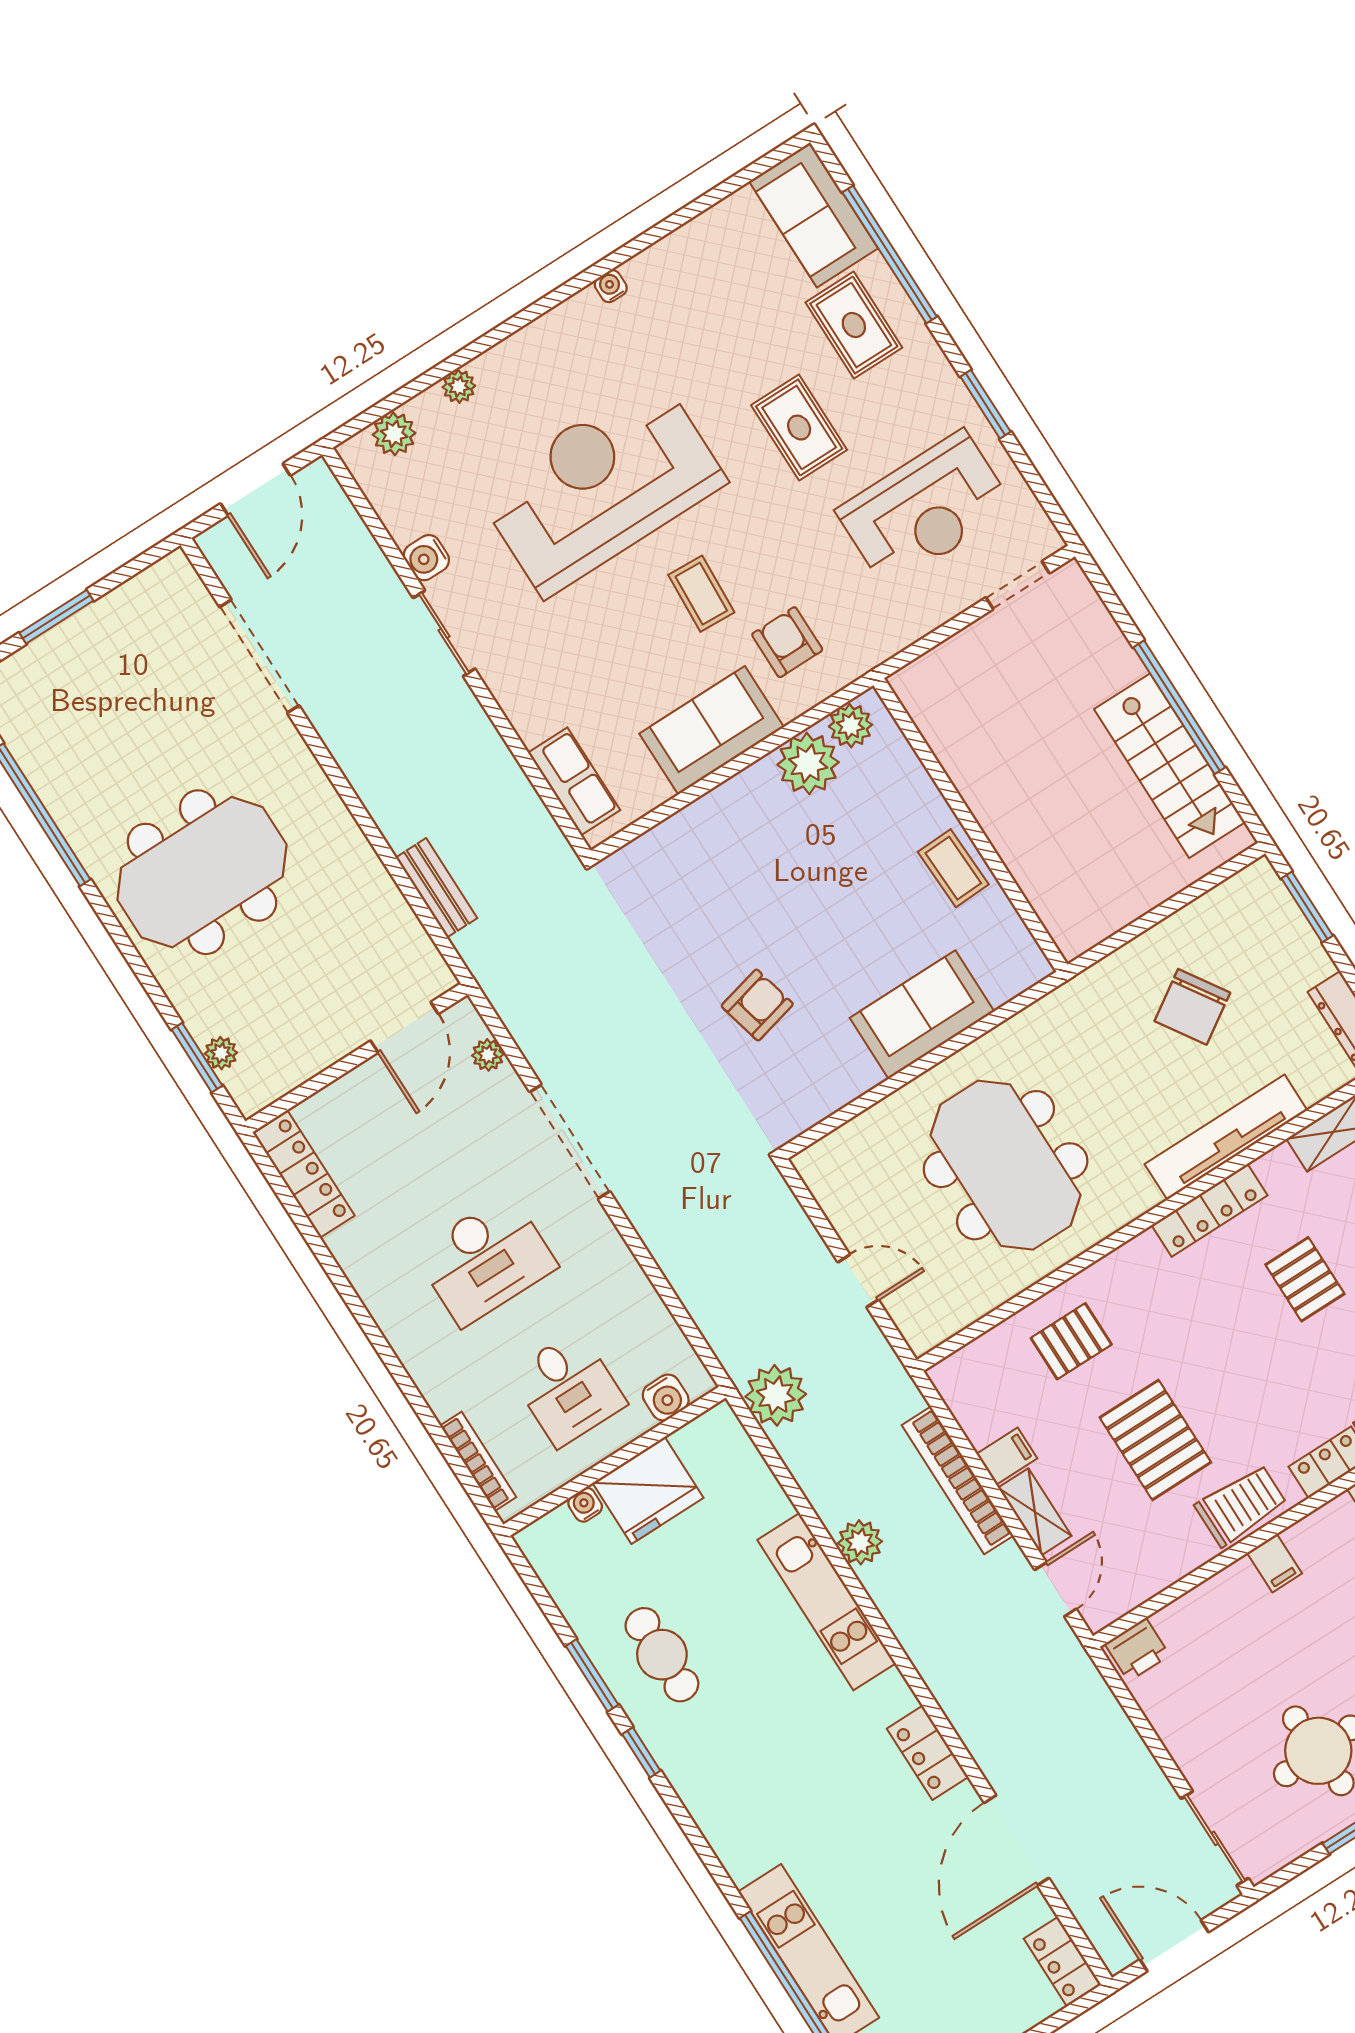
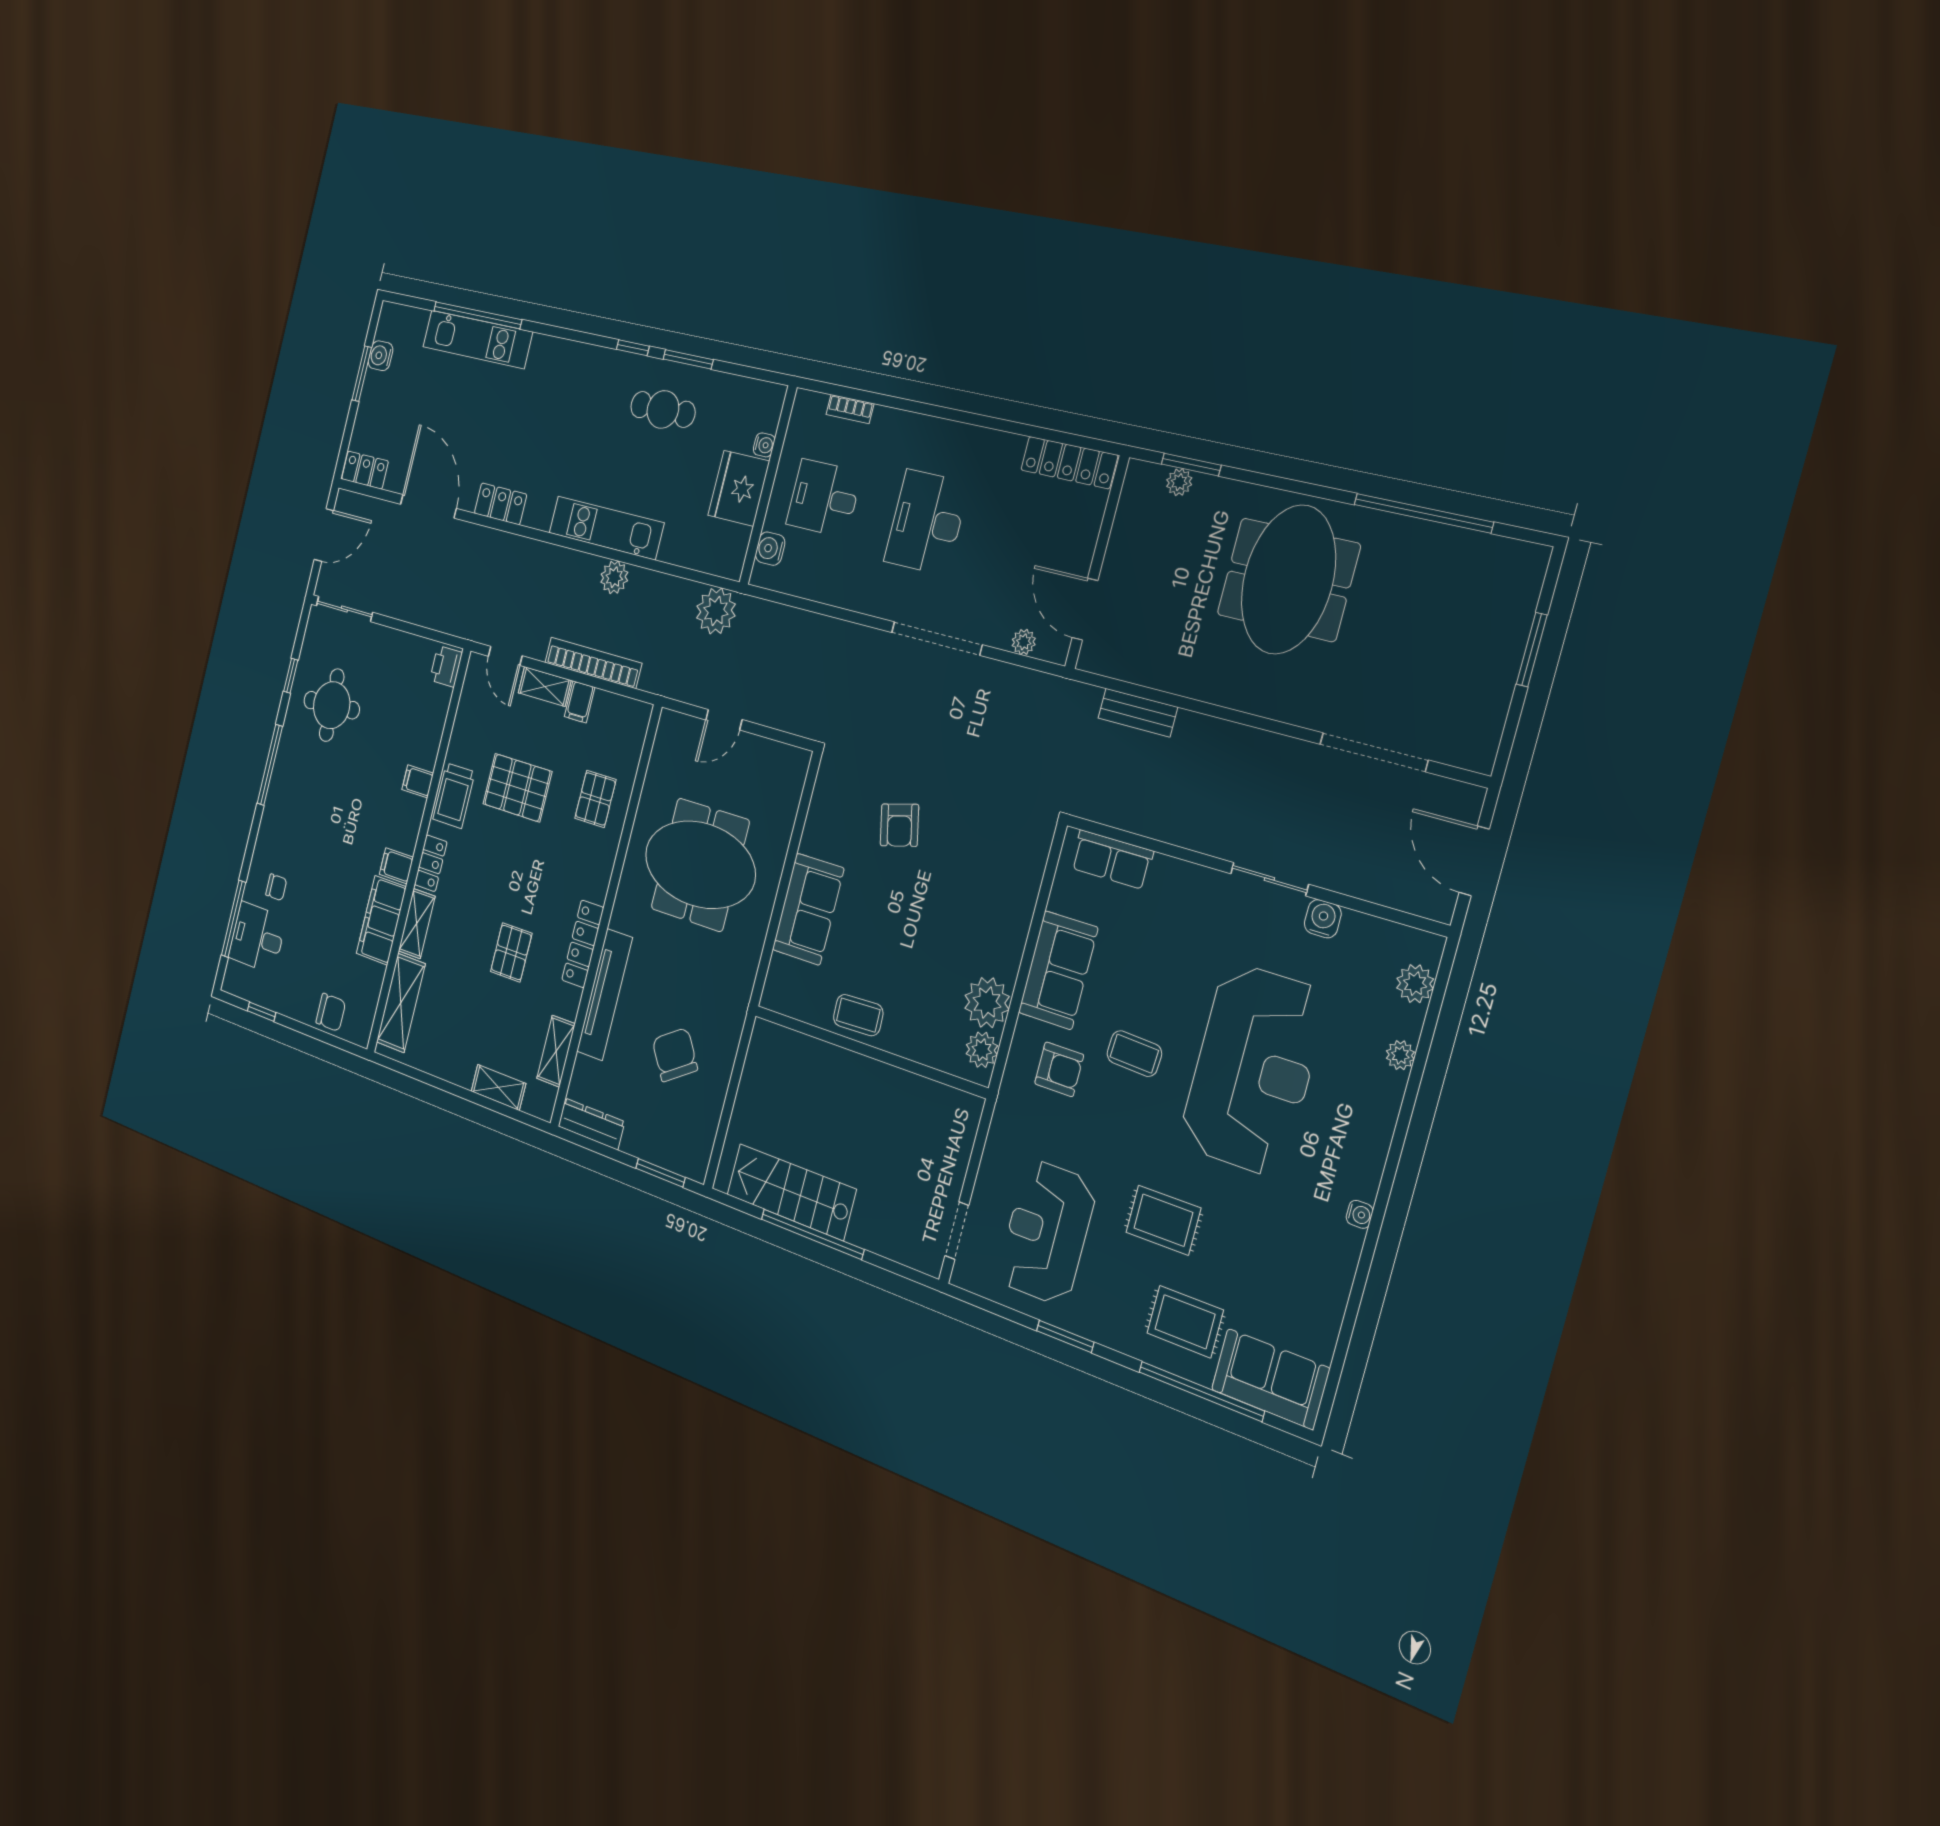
pallet: (1305, 1279) -> (511, 952), turned 90
bookcase: (478, 1461) -> (850, 409), width x0.64

